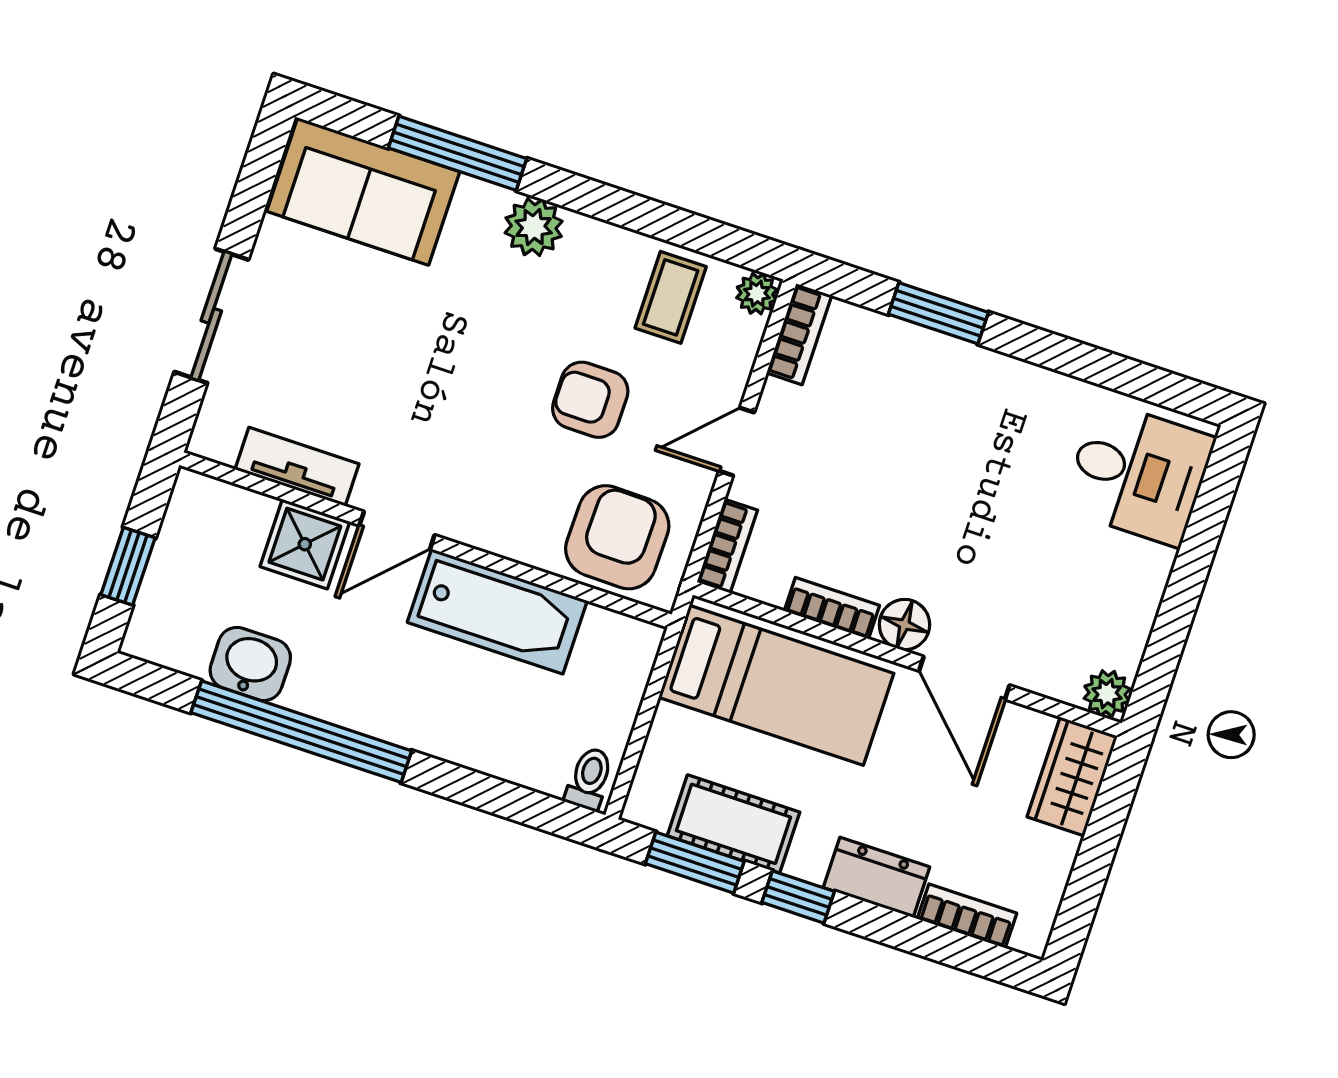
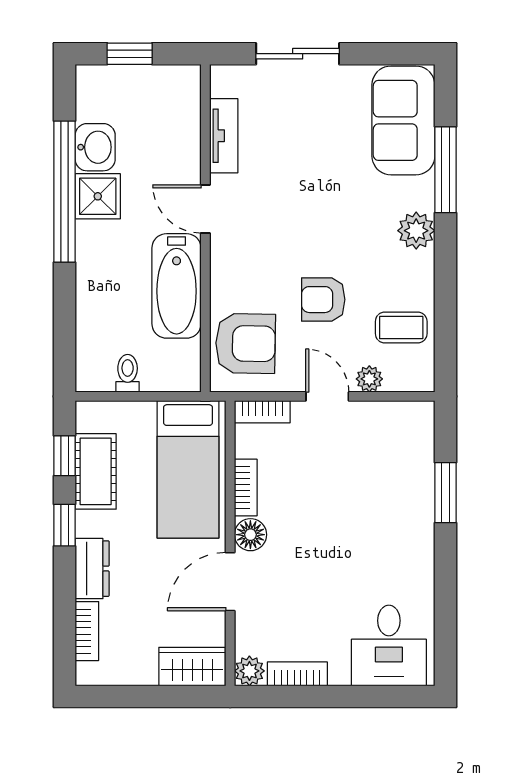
plant: (757, 294) -> (369, 379), moved
bookcase: (799, 334) -> (297, 674), moved, turned 180
armchair: (590, 400) -> (323, 300), turned -90
shower: (305, 544) -> (98, 196), moved
toilet: (589, 779) -> (128, 373), moved, turned -90
window: (695, 863) -> (64, 456), width x0.67

